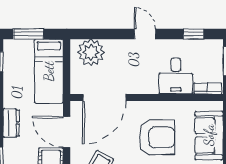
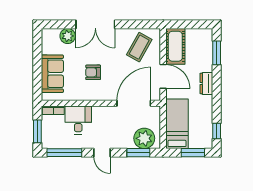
window: (98, 34) -> (138, 153), added
window: (194, 34) -> (64, 153), width x2.17
armchair: (157, 137) -> (93, 72), width x0.53, depth x0.53

